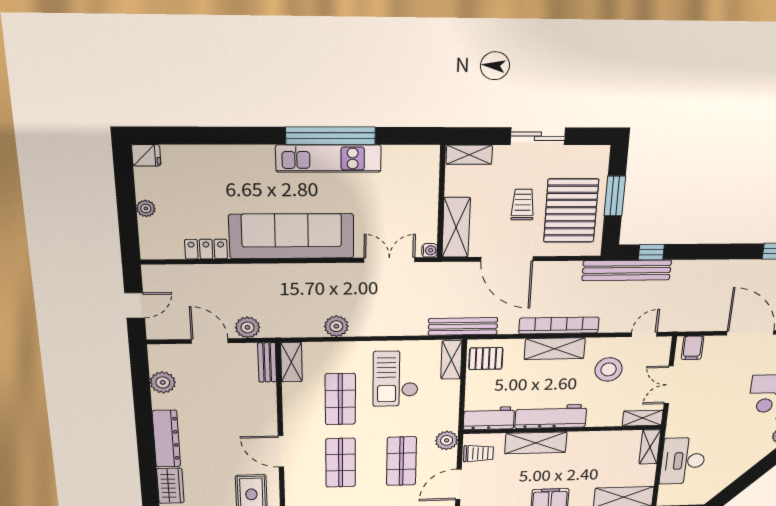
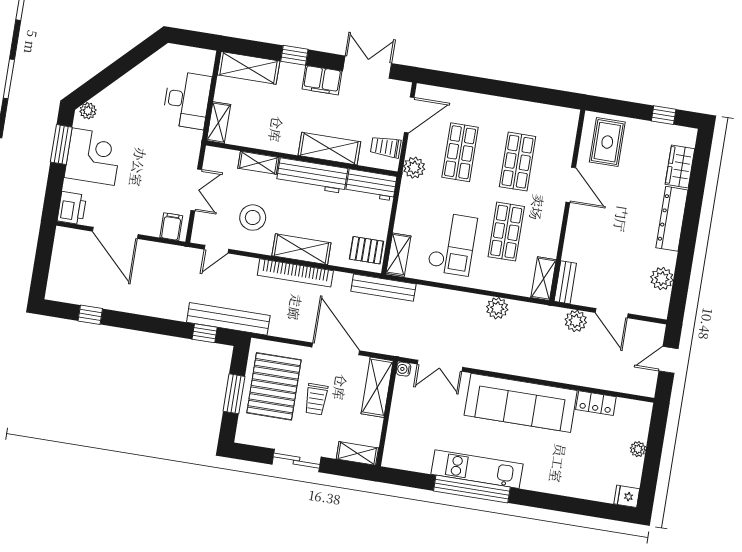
shelving: (643, 418) -> (258, 163), moved

